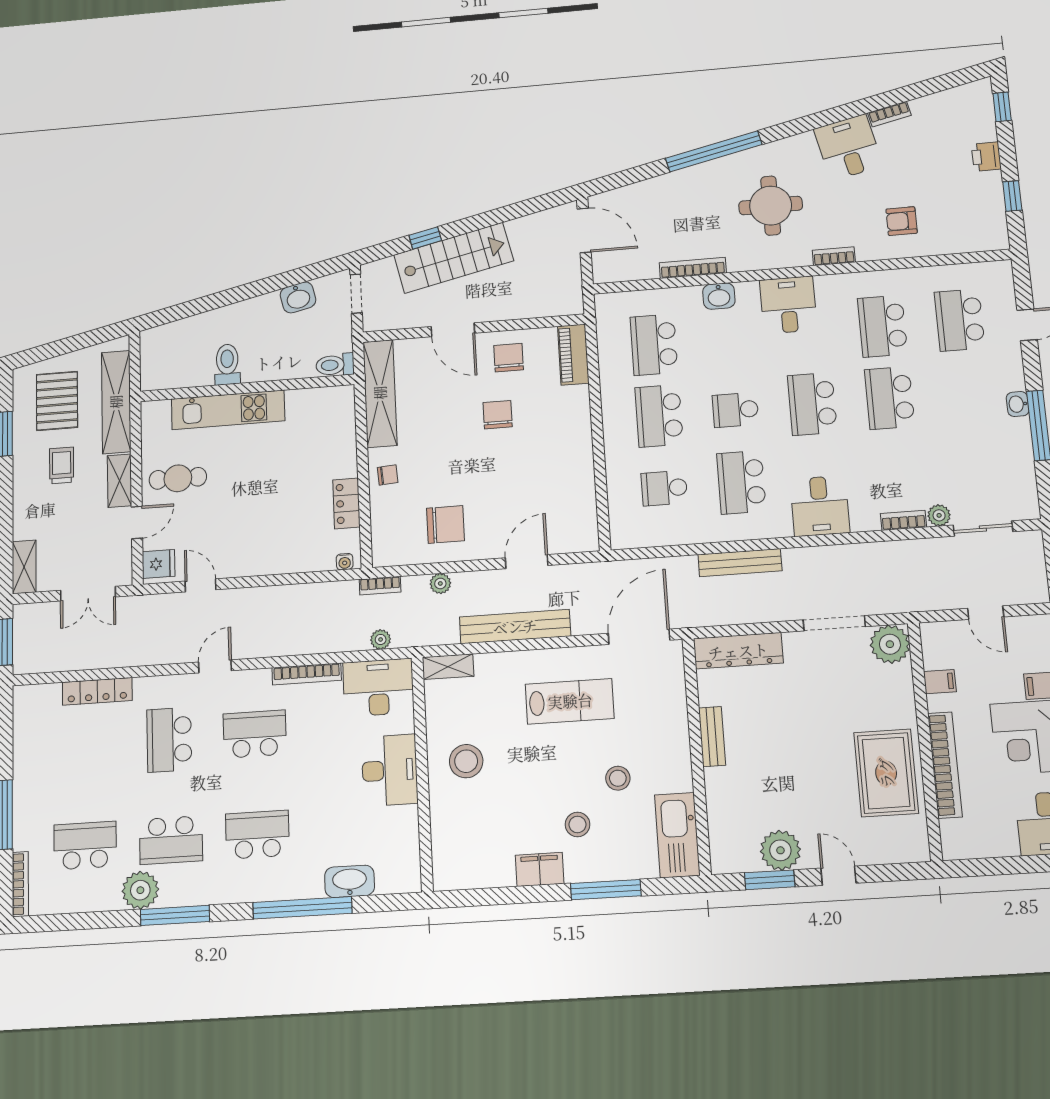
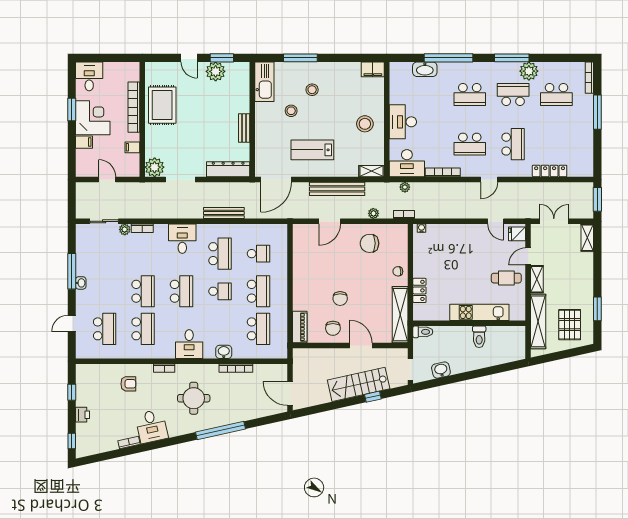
trolley: (62, 465) -> (567, 290), removed
locker: (346, 503) -> (419, 290), moved
filing cabinet: (540, 869) -> (373, 69), moved

